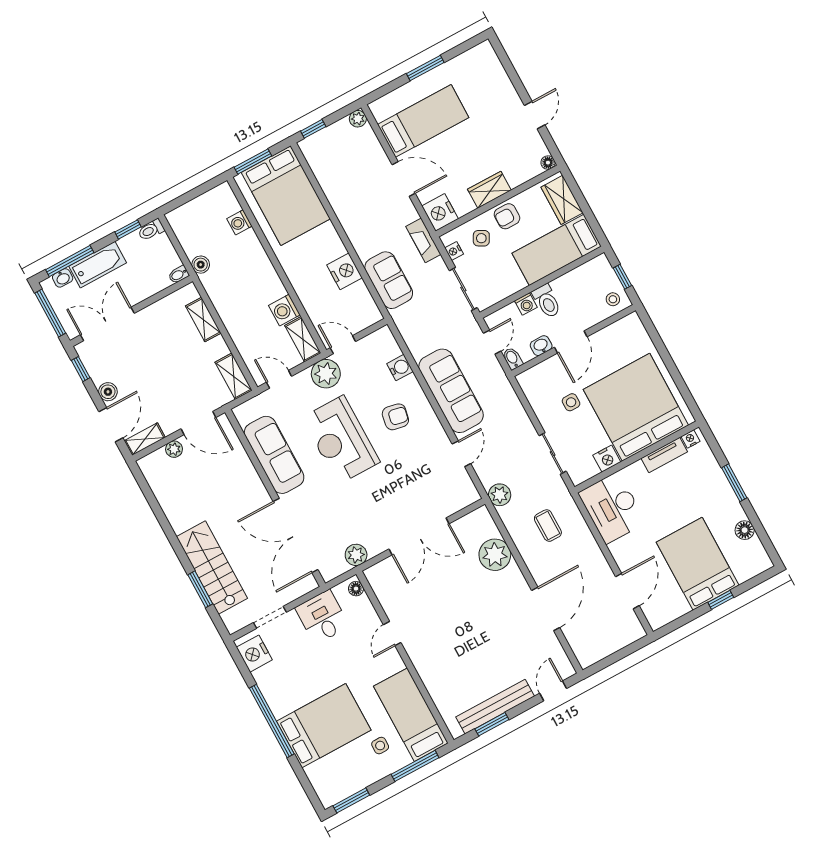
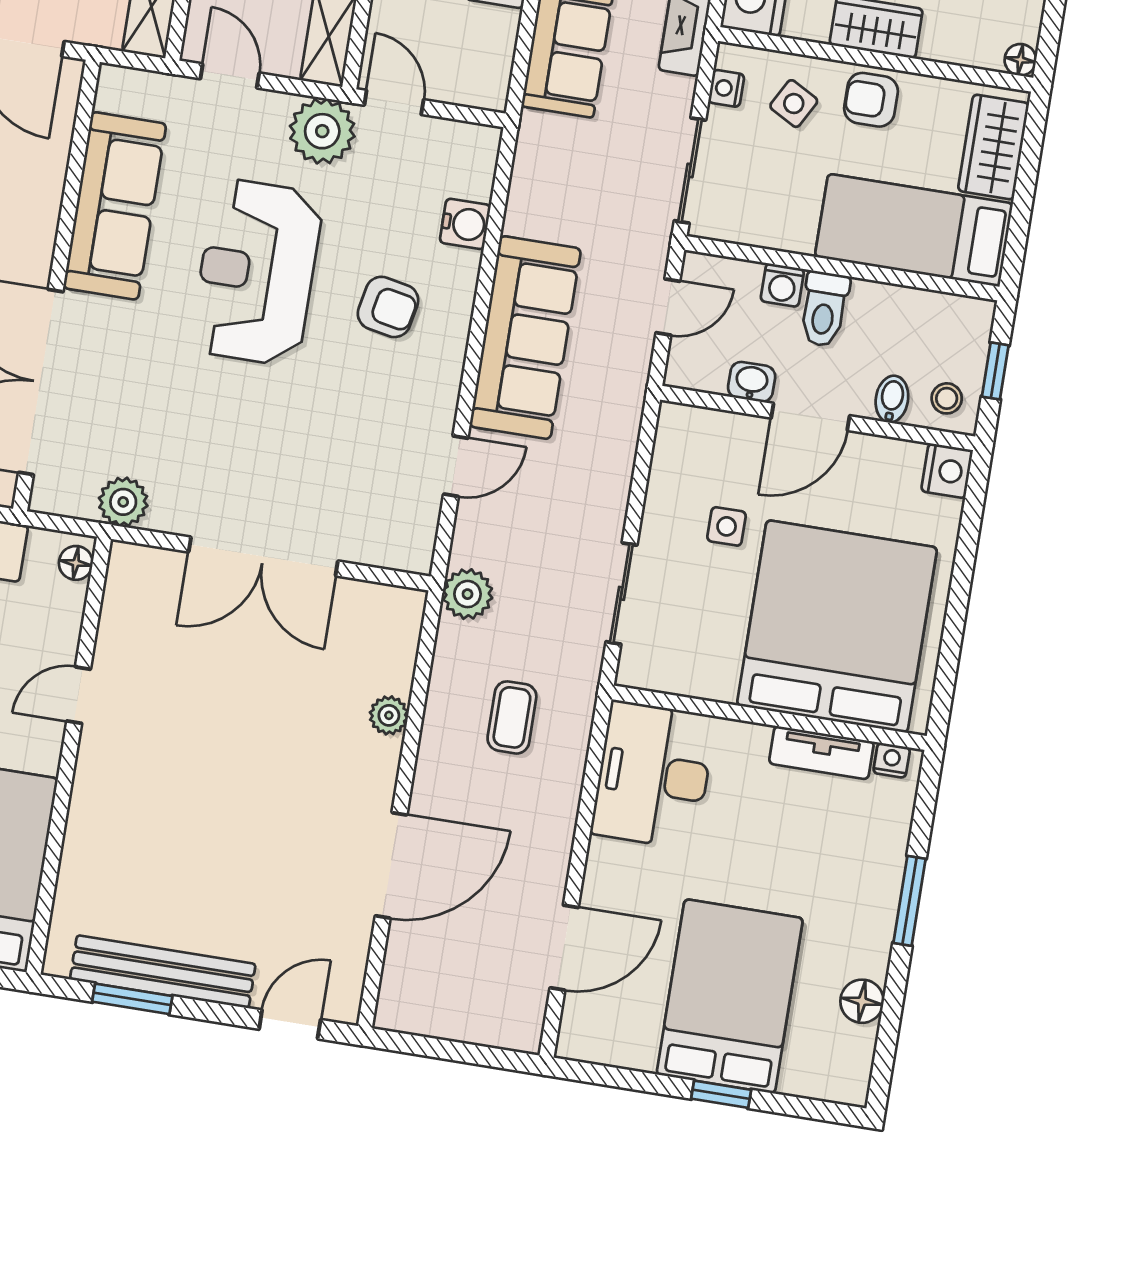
bidet: (512, 358) -> (892, 399), moved
nightstand: (607, 459) -> (947, 471), moved, turned -90
plant: (495, 555) -> (389, 715), width x0.53, depth x0.53

